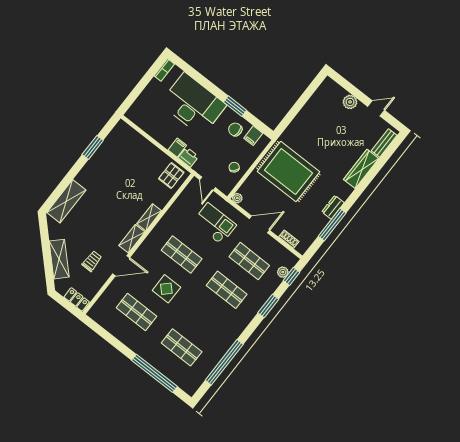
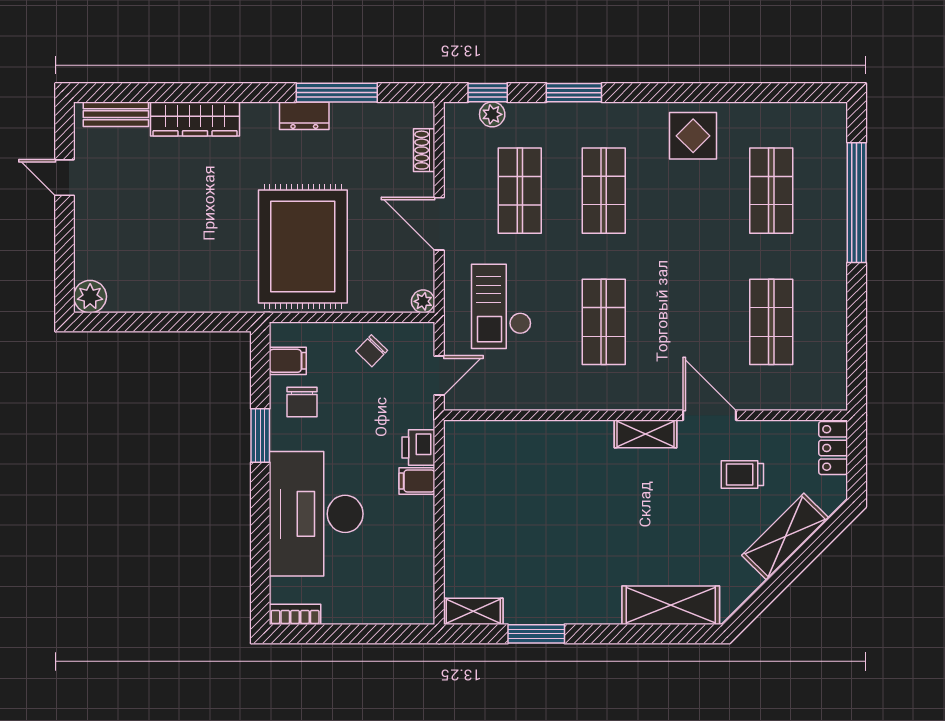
plant: (350, 102) -> (90, 297), moved
pallet: (171, 176) -> (476, 452), removed
shelving: (149, 217) -> (473, 611), moved
display table: (166, 289) -> (693, 136), moved
window: (224, 362) -> (738, 93), removed

